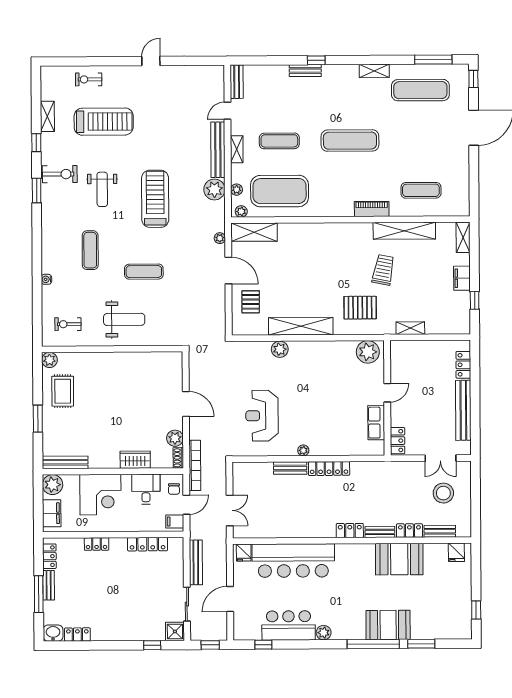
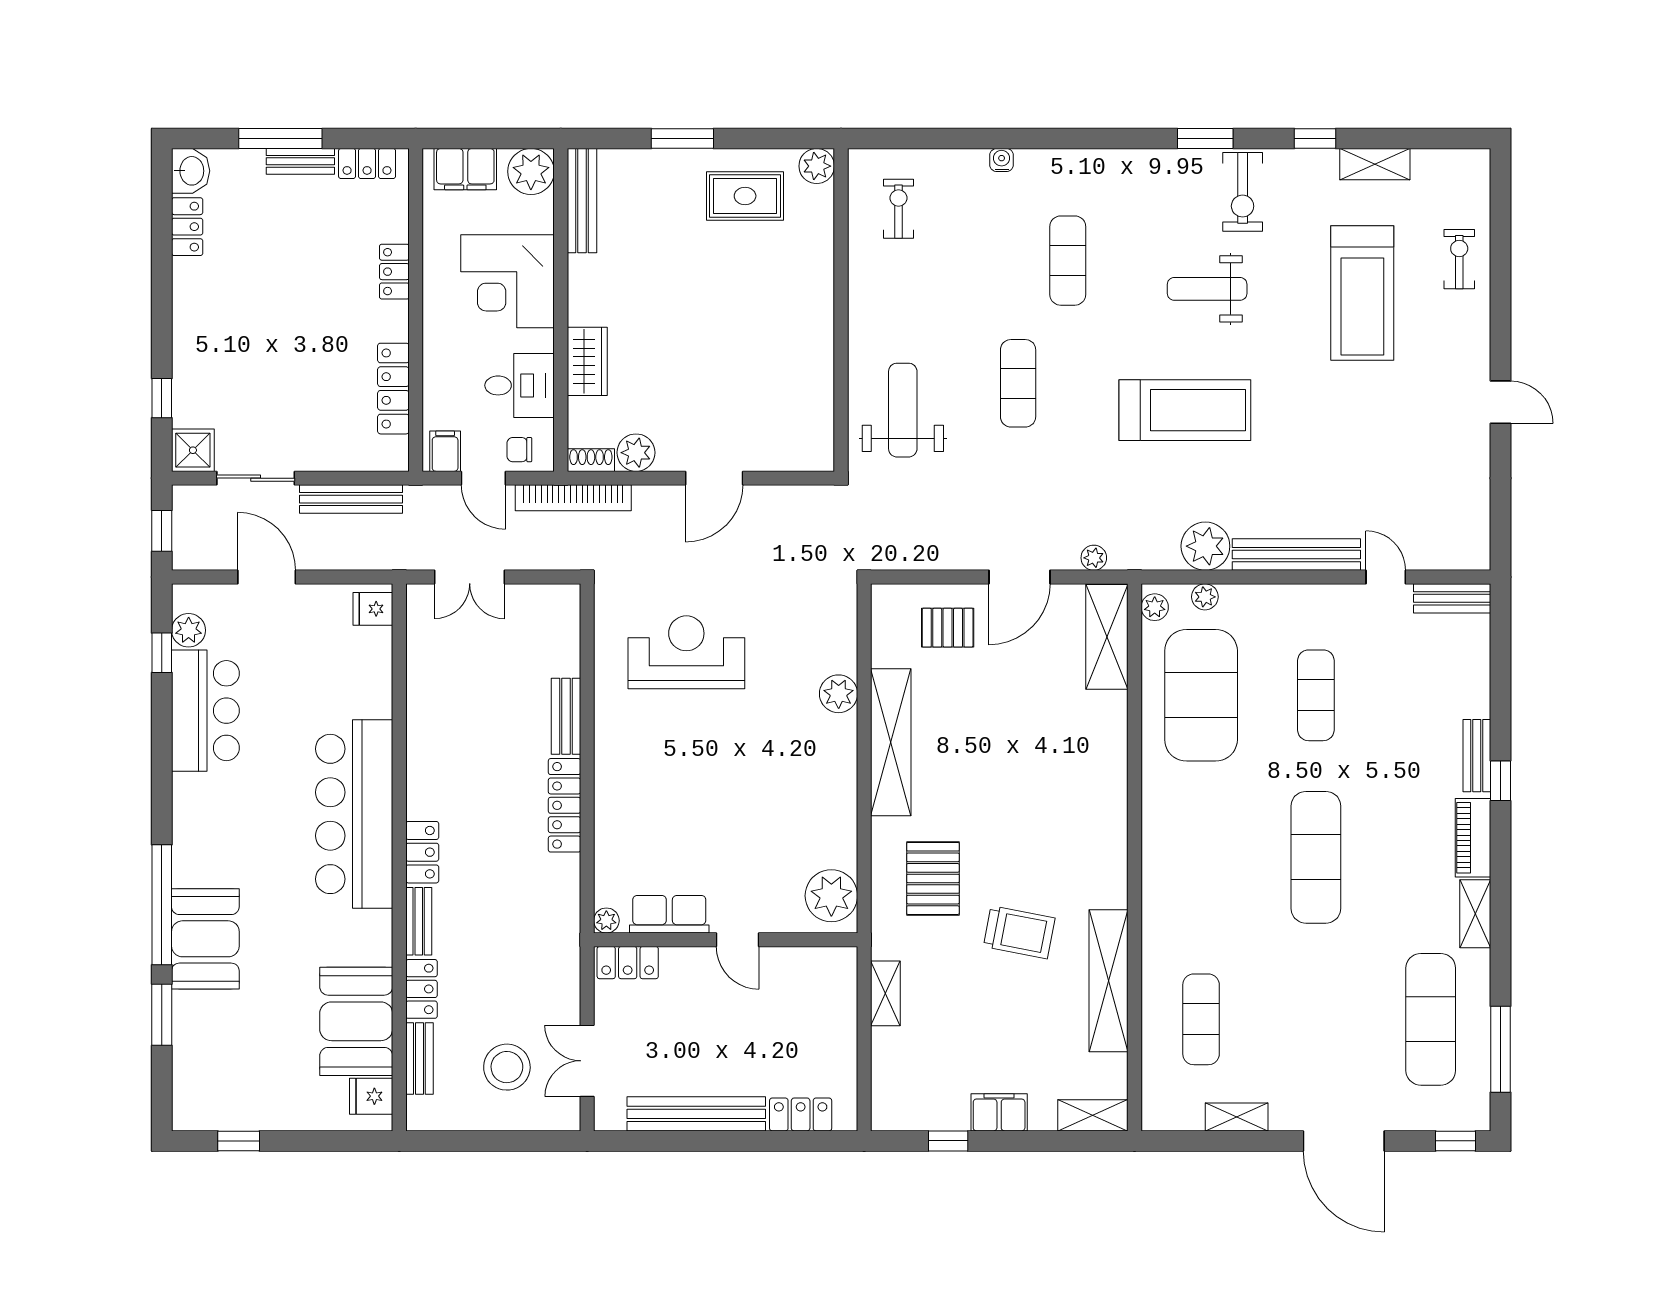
shelving: (237, 149) -> (1237, 1117), moved
piano: (372, 209) -> (1473, 838), moved, turned 180
exercise mat: (90, 250) -> (1068, 261), turned 90
weight bench: (124, 319) -> (903, 410), moved, turned 180
plant: (303, 450) -> (606, 921), moved
booth: (399, 559) -> (356, 1021), moved
bar counter: (293, 561) -> (354, 814), moved
plant: (324, 633) -> (189, 630), moved

